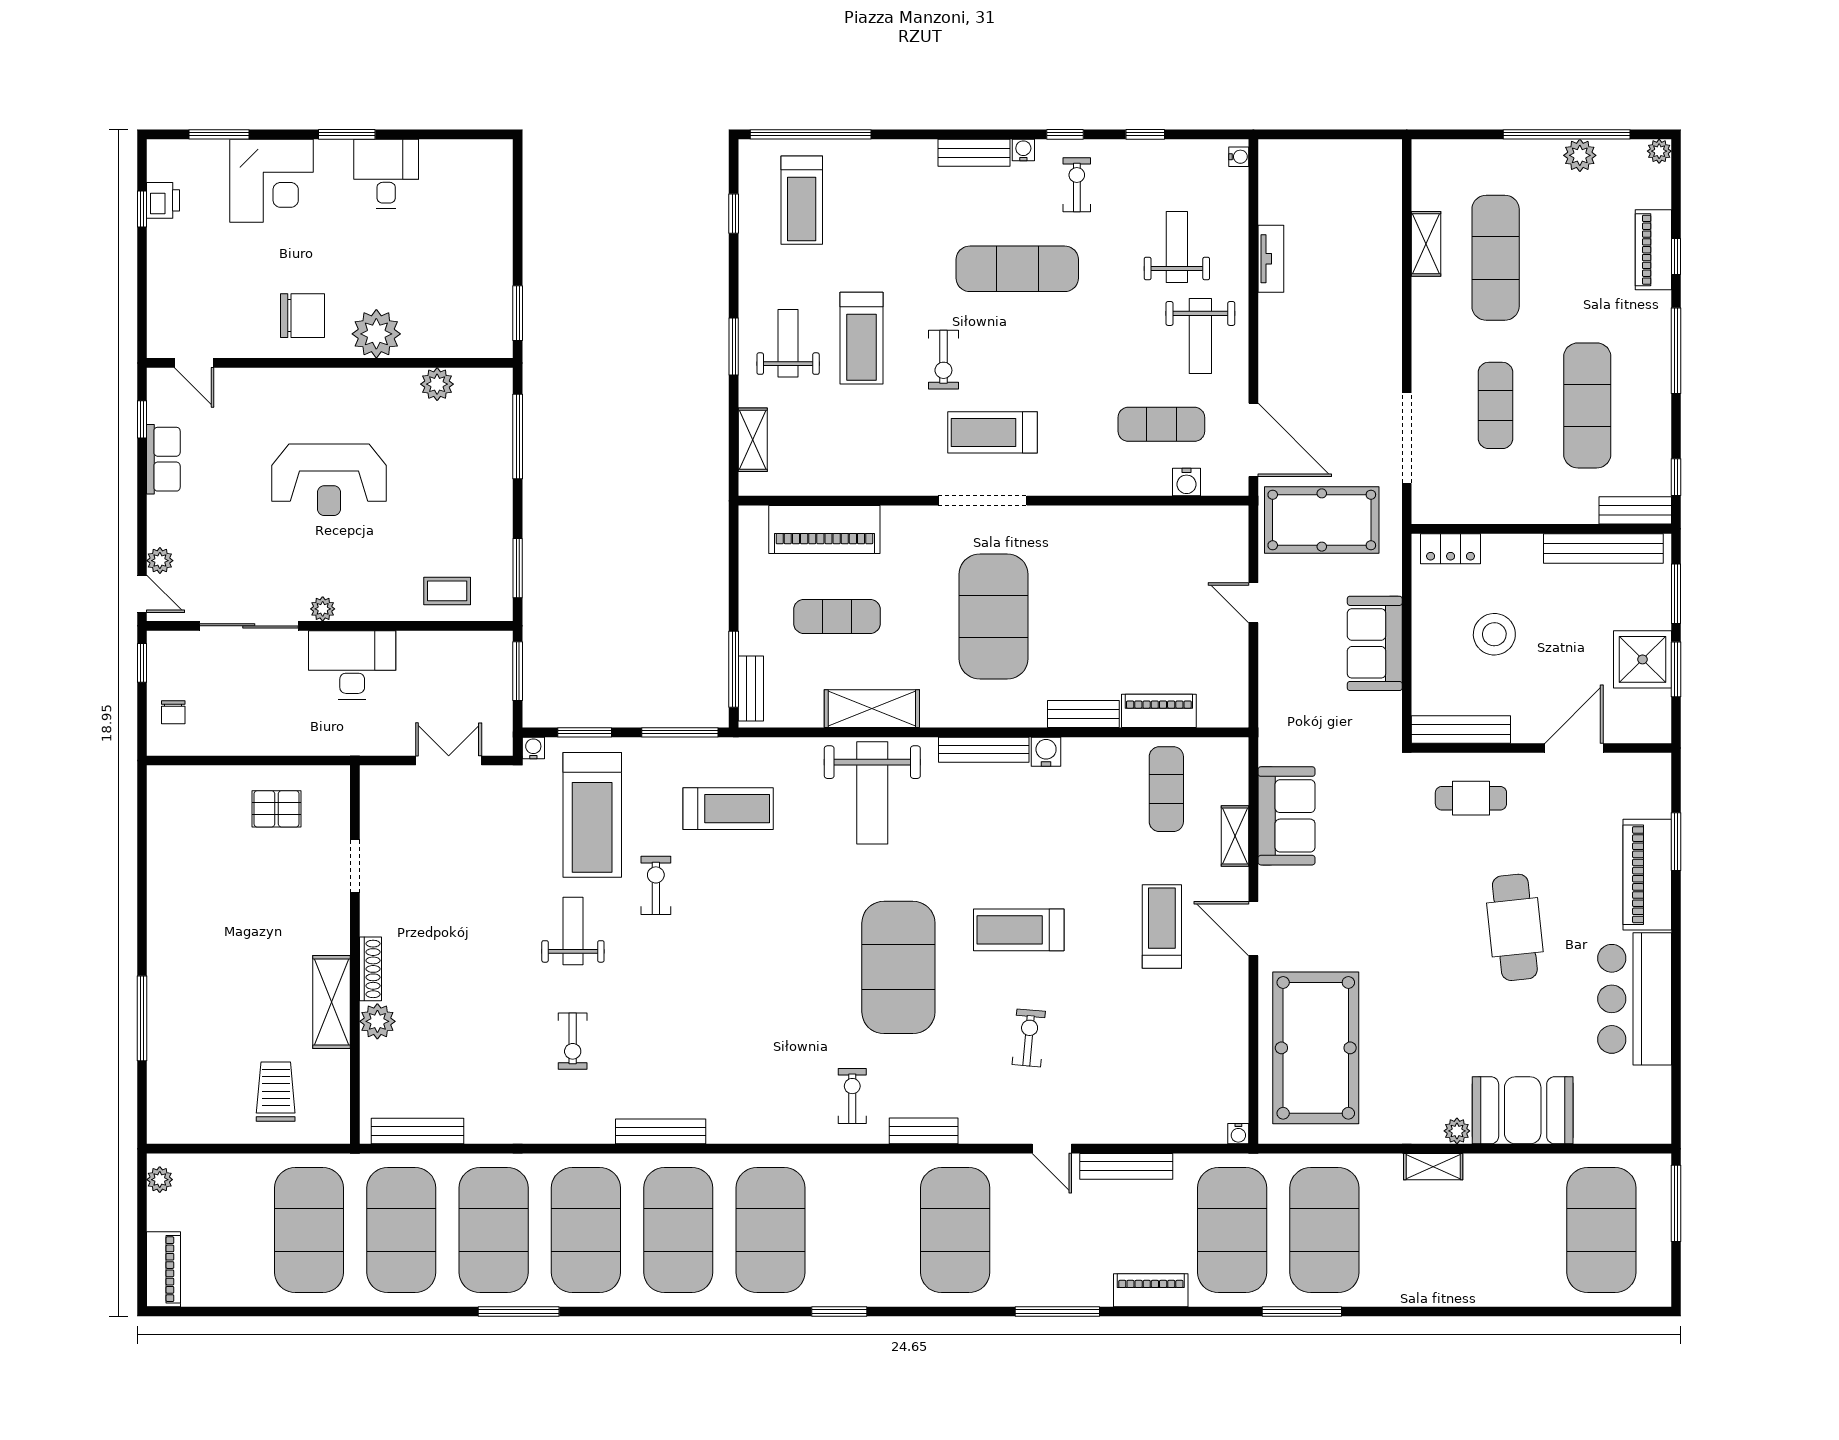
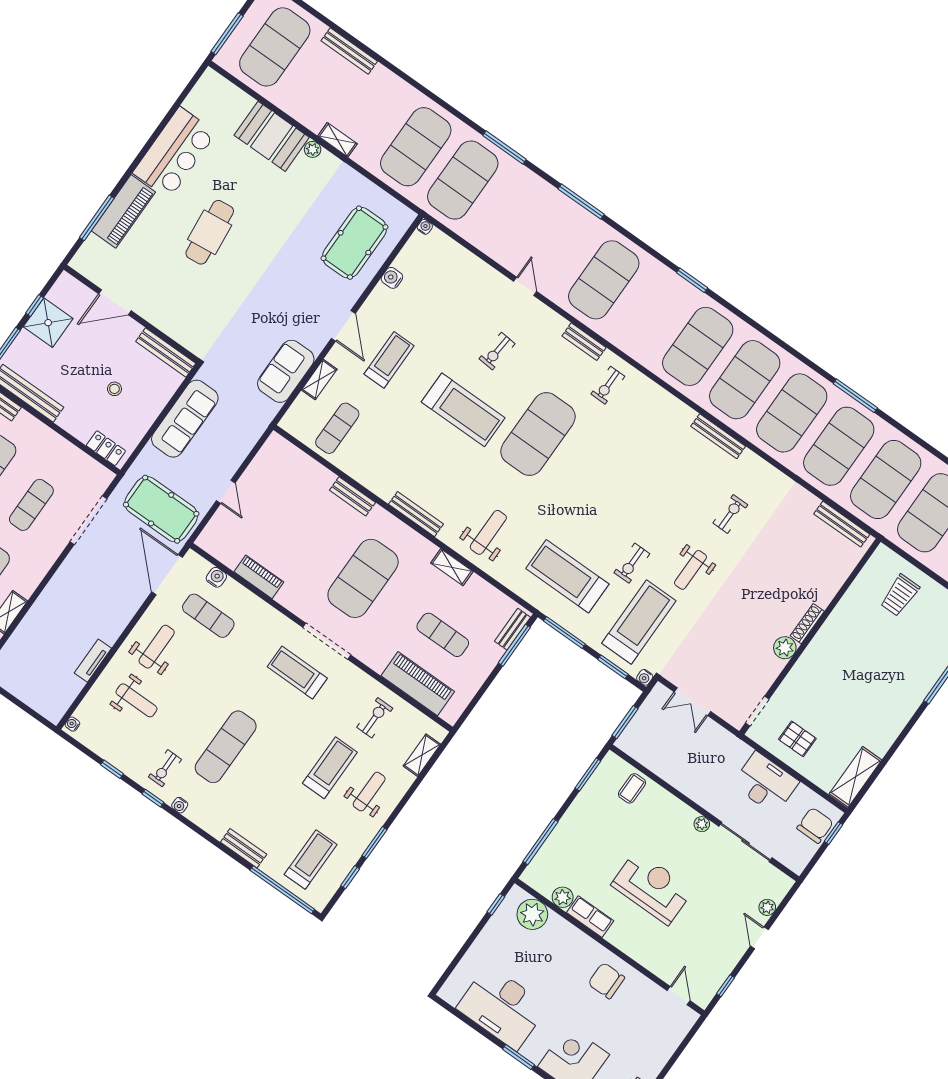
bench: (974, 153) -> (244, 848), moved
desk: (386, 174) -> (502, 1007), width x1.87, depth x1.30
weight bench: (1177, 247) -> (137, 700), turned -90
exercise mat: (1017, 269) -> (226, 747), turned 90
window: (518, 313) -> (496, 904), width x0.67
plant: (376, 334) -> (532, 914), moved
weight bench: (788, 343) -> (369, 792), turned 180
window: (734, 347) -> (375, 843), moved
exercise bike: (943, 360) -> (375, 718), moved
treadmill: (992, 432) -> (297, 673), turned 180
row of seats: (163, 459) -> (590, 917), moved, turned 90
coffee table: (447, 591) -> (632, 788), turned 90
door: (142, 594) -> (759, 938), moved
stool: (1494, 634) -> (114, 389), width x0.53, depth x0.53
sofa: (1375, 643) -> (185, 419), width x1.36
window: (142, 663) -> (834, 833), moved
desk: (352, 665) -> (766, 783), moved, turned 180
window: (1676, 669) -> (35, 306), width x0.67
shelving: (872, 709) -> (452, 567), width x0.67, depth x0.75
piano: (1159, 711) -> (259, 577), moved, turned 180
chair: (173, 712) -> (815, 825), width x1.87, depth x1.87
water cooler: (1046, 752) -> (392, 278), moved, turned 90
weight bench: (872, 793) -> (488, 532), width x0.73, depth x0.75
cafe table: (1471, 798) -> (185, 314), removed
treadmill: (728, 809) -> (567, 576), width x1.37, depth x1.38
window: (1676, 842) -> (97, 218), width x1.44
doorway: (355, 866) -> (757, 711), moved
treadmill: (1162, 926) -> (389, 360), turned 180
treadmill: (1019, 930) -> (463, 410), width x1.37, depth x1.38
shelving: (332, 1002) -> (856, 777), moved
plant: (377, 1021) -> (785, 648), moved
pool table: (1316, 1048) -> (354, 243), width x0.73, depth x0.76
bench: (1126, 1166) -> (349, 51), moved
piano: (1151, 1290) -> (526, 179), removed
window: (1302, 1311) -> (504, 147), moved

